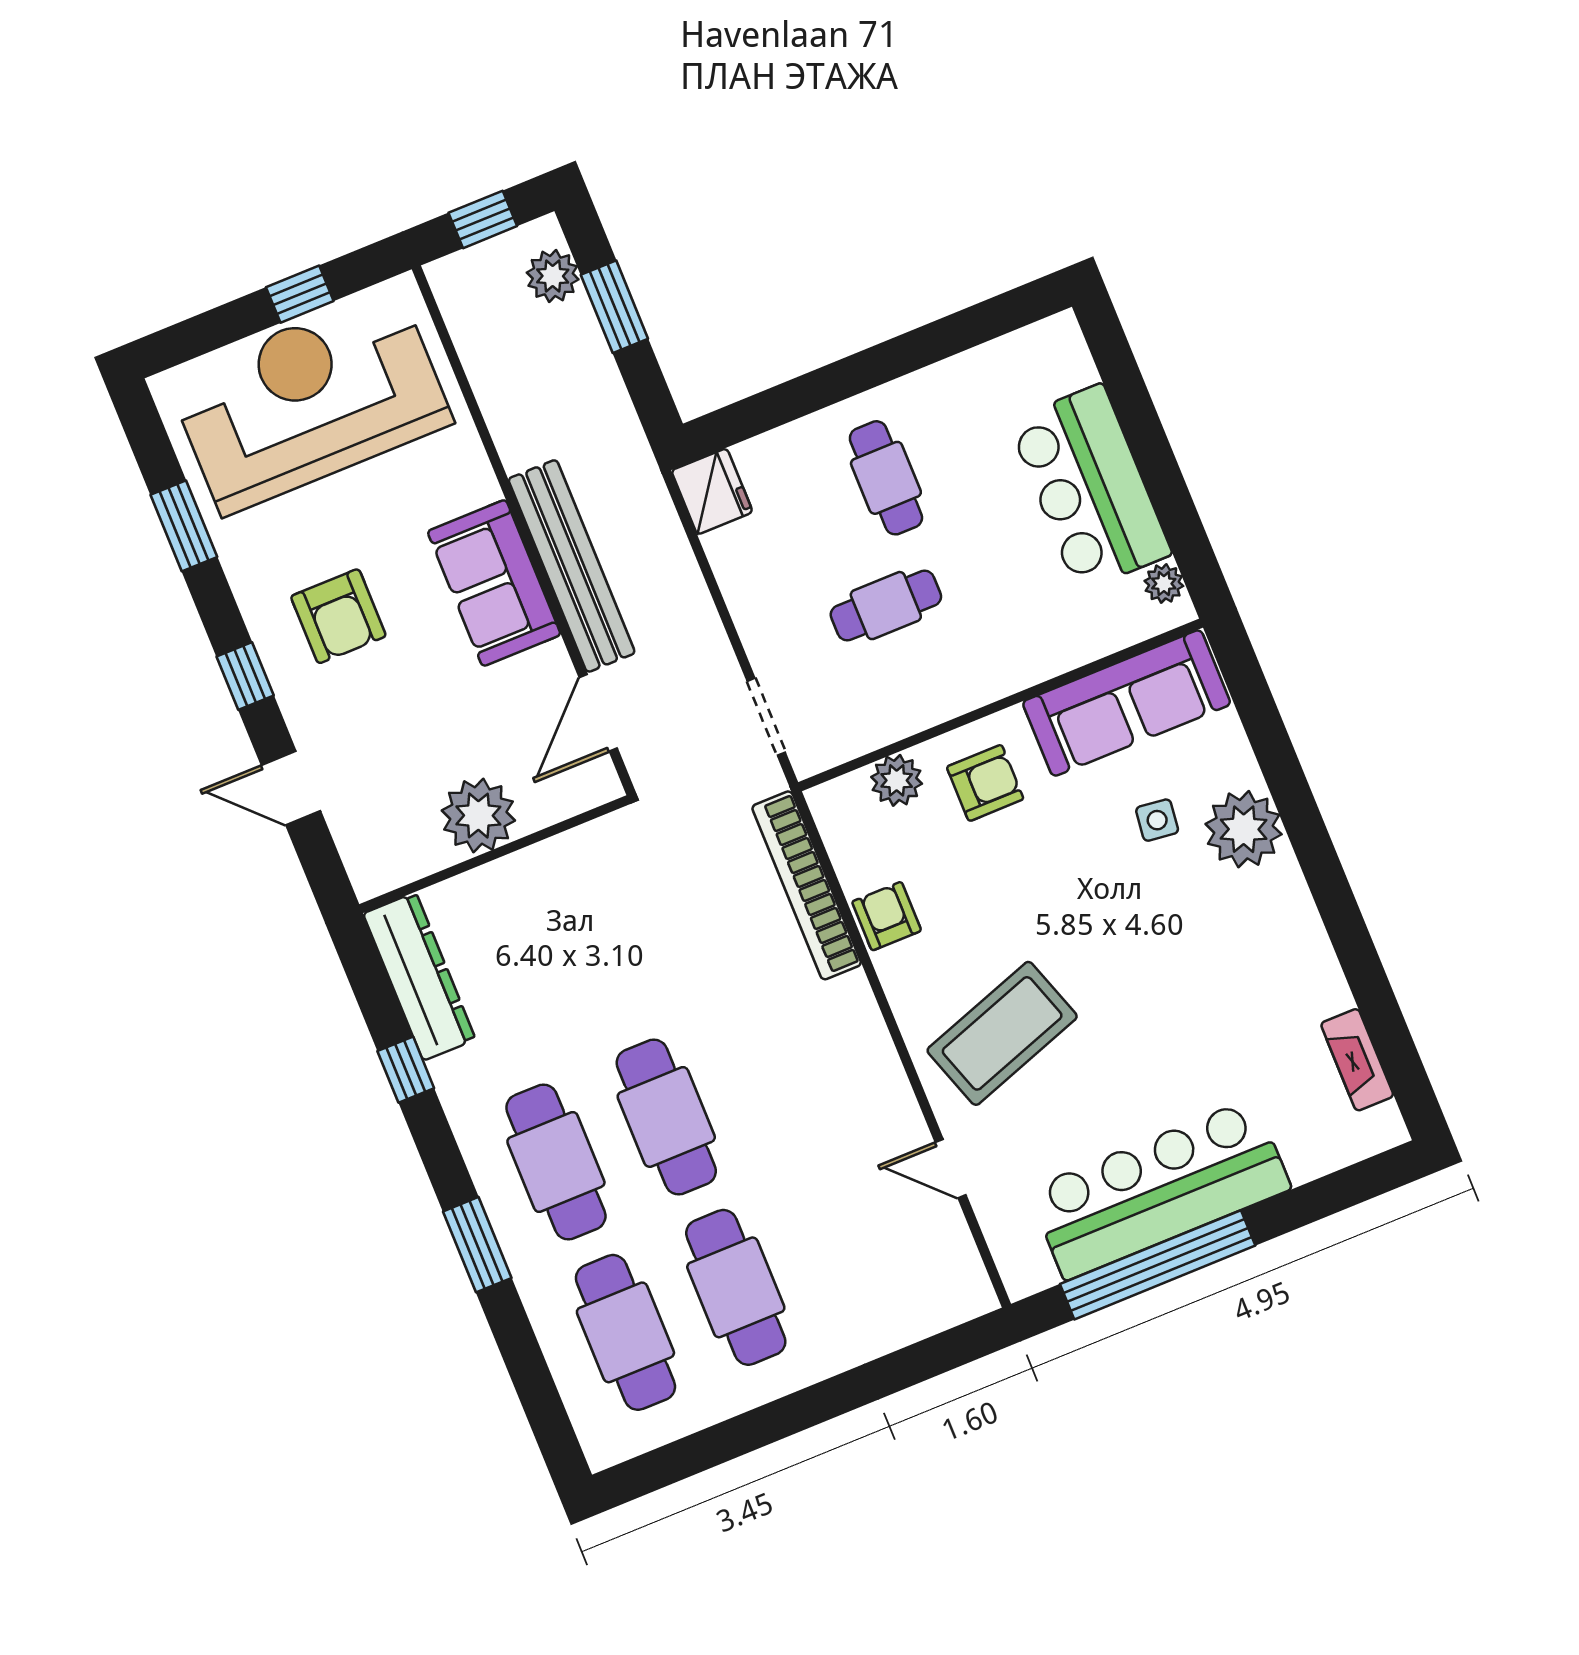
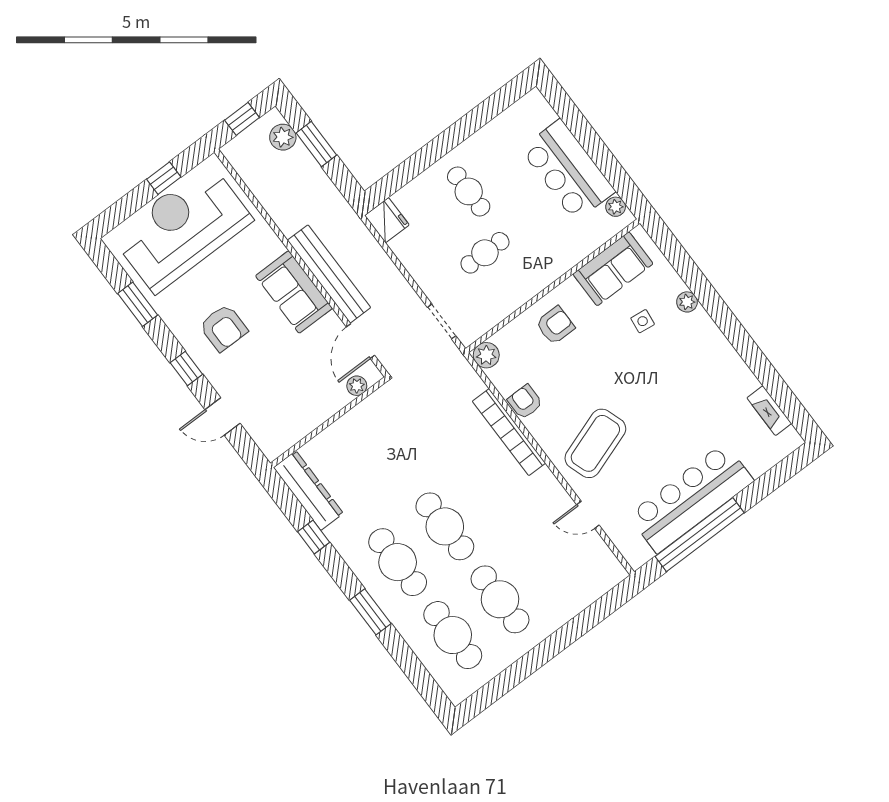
sofa: (1127, 703) -> (613, 269), width x0.73
plant: (897, 780) -> (486, 355), moved
plant: (478, 815) -> (357, 386), moved, width x0.53, depth x0.53
plant: (1244, 829) -> (687, 302), width x0.53, depth x0.53
bookcase: (807, 885) -> (509, 432), moved

